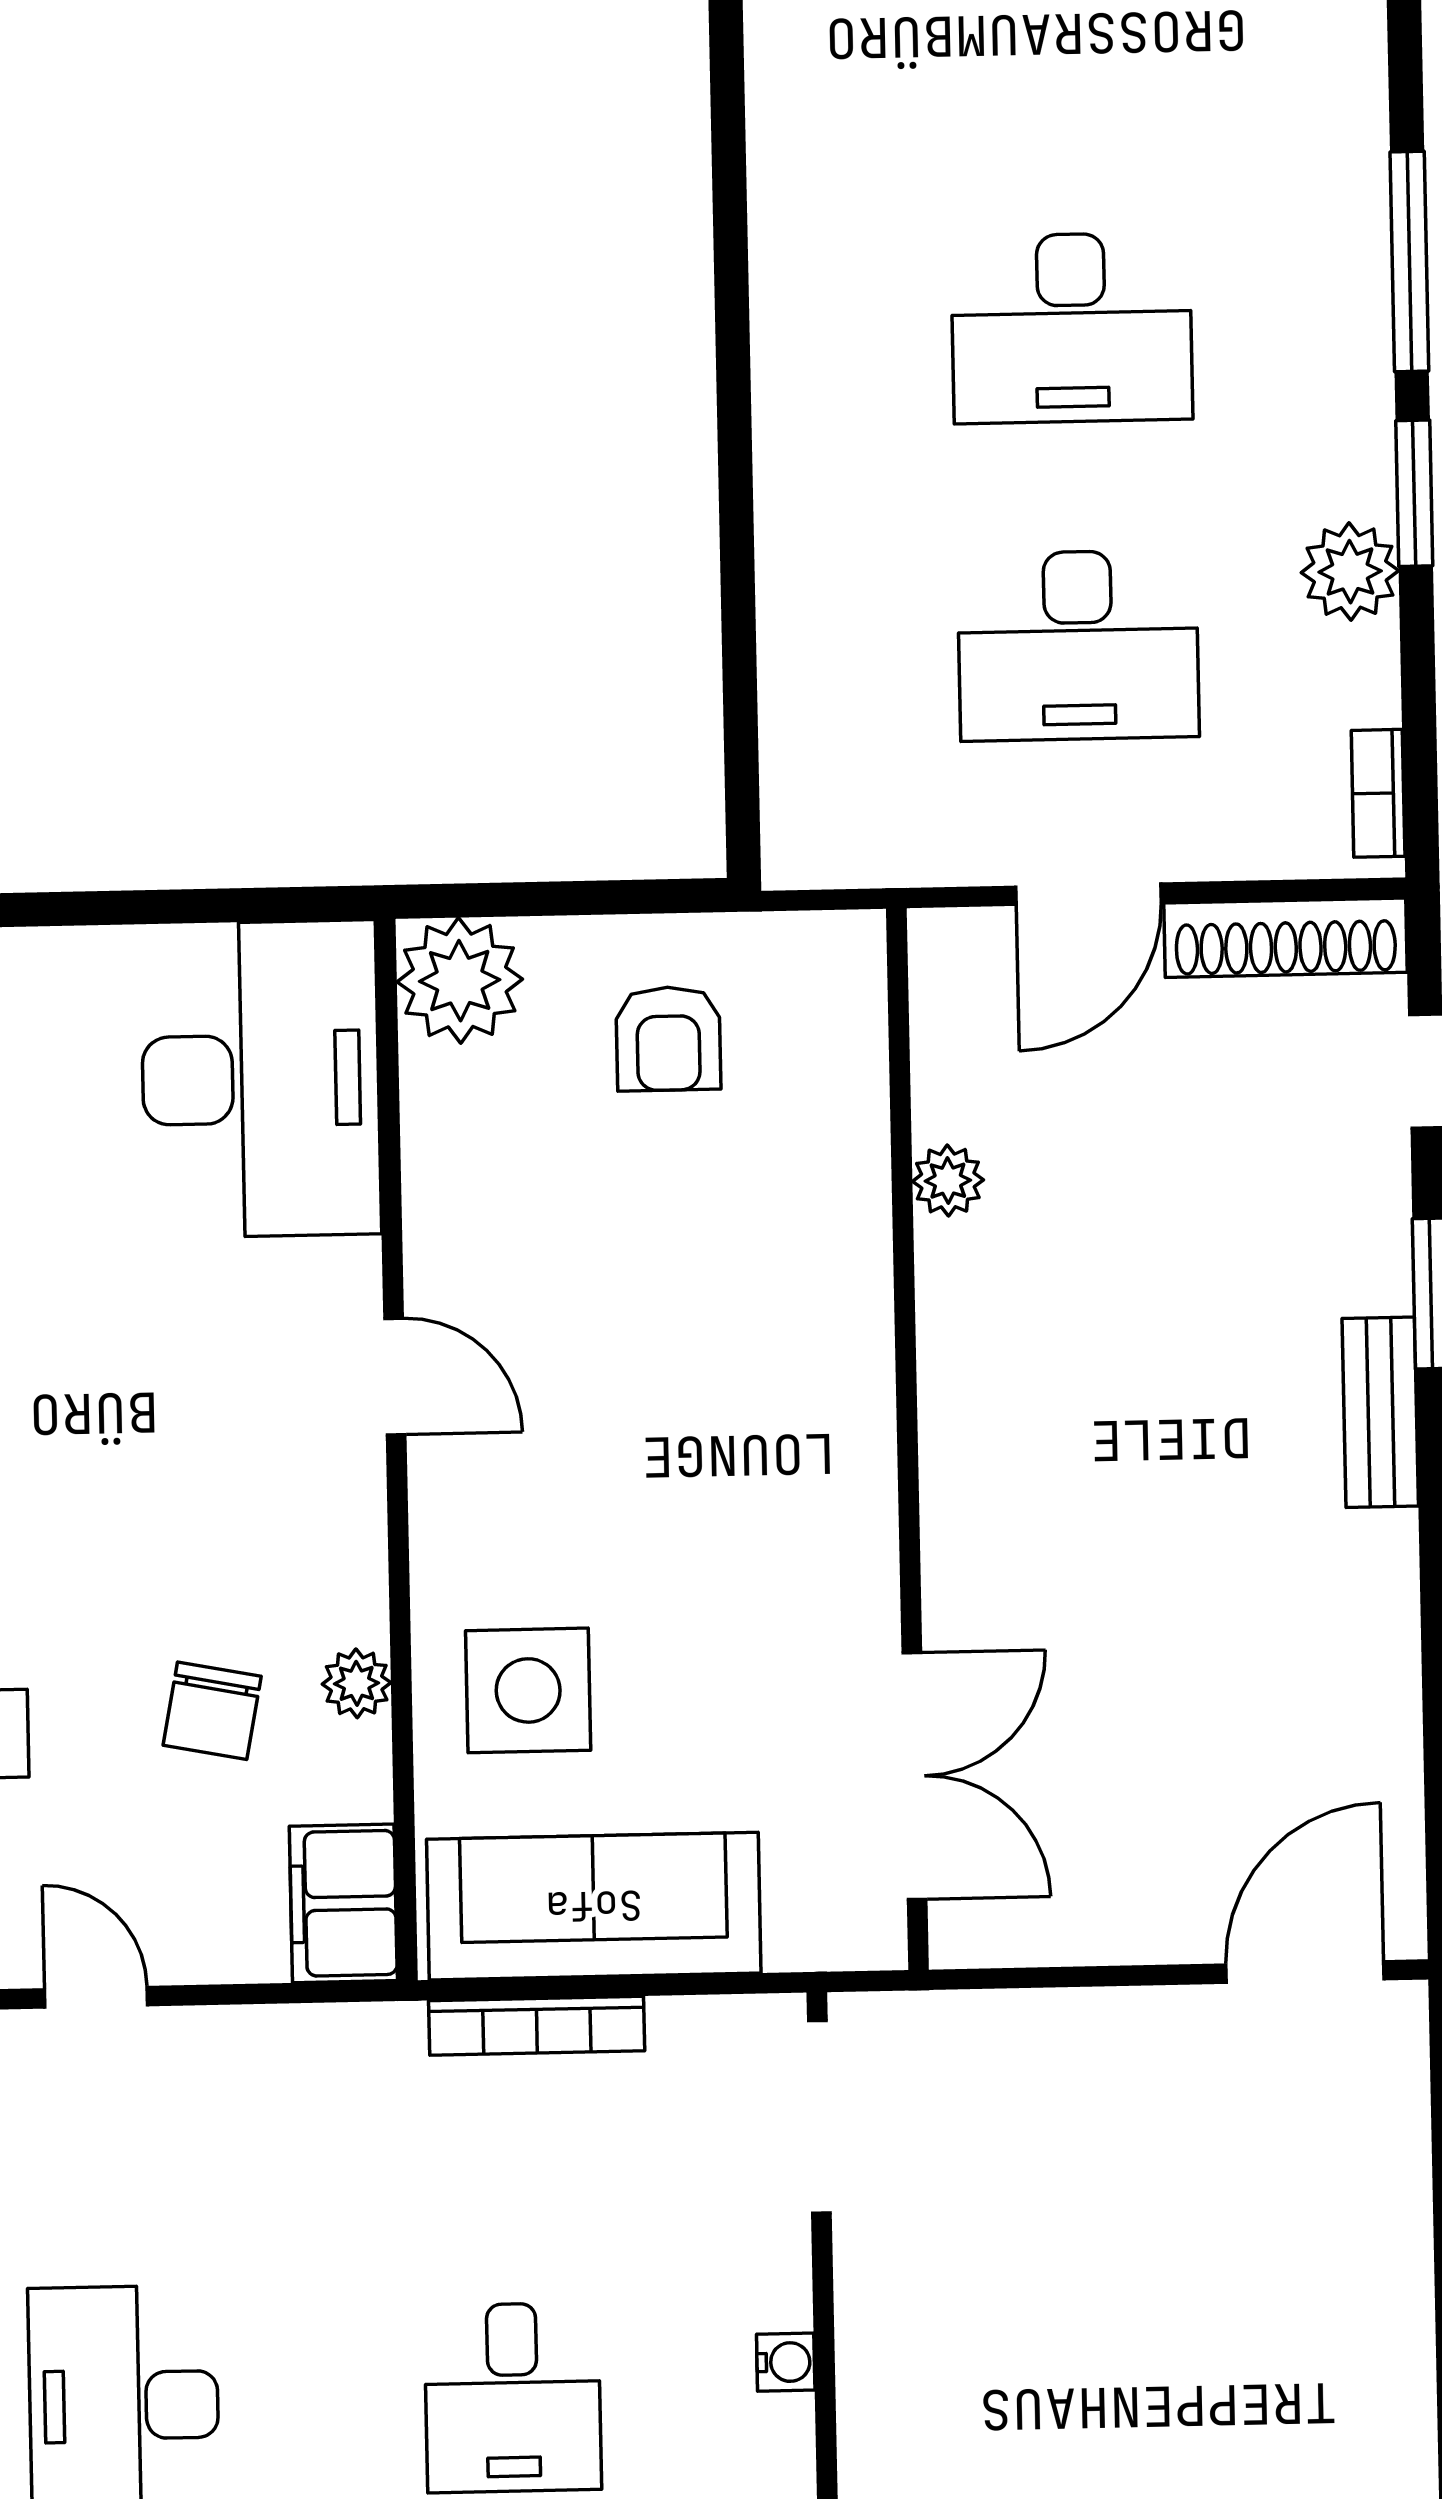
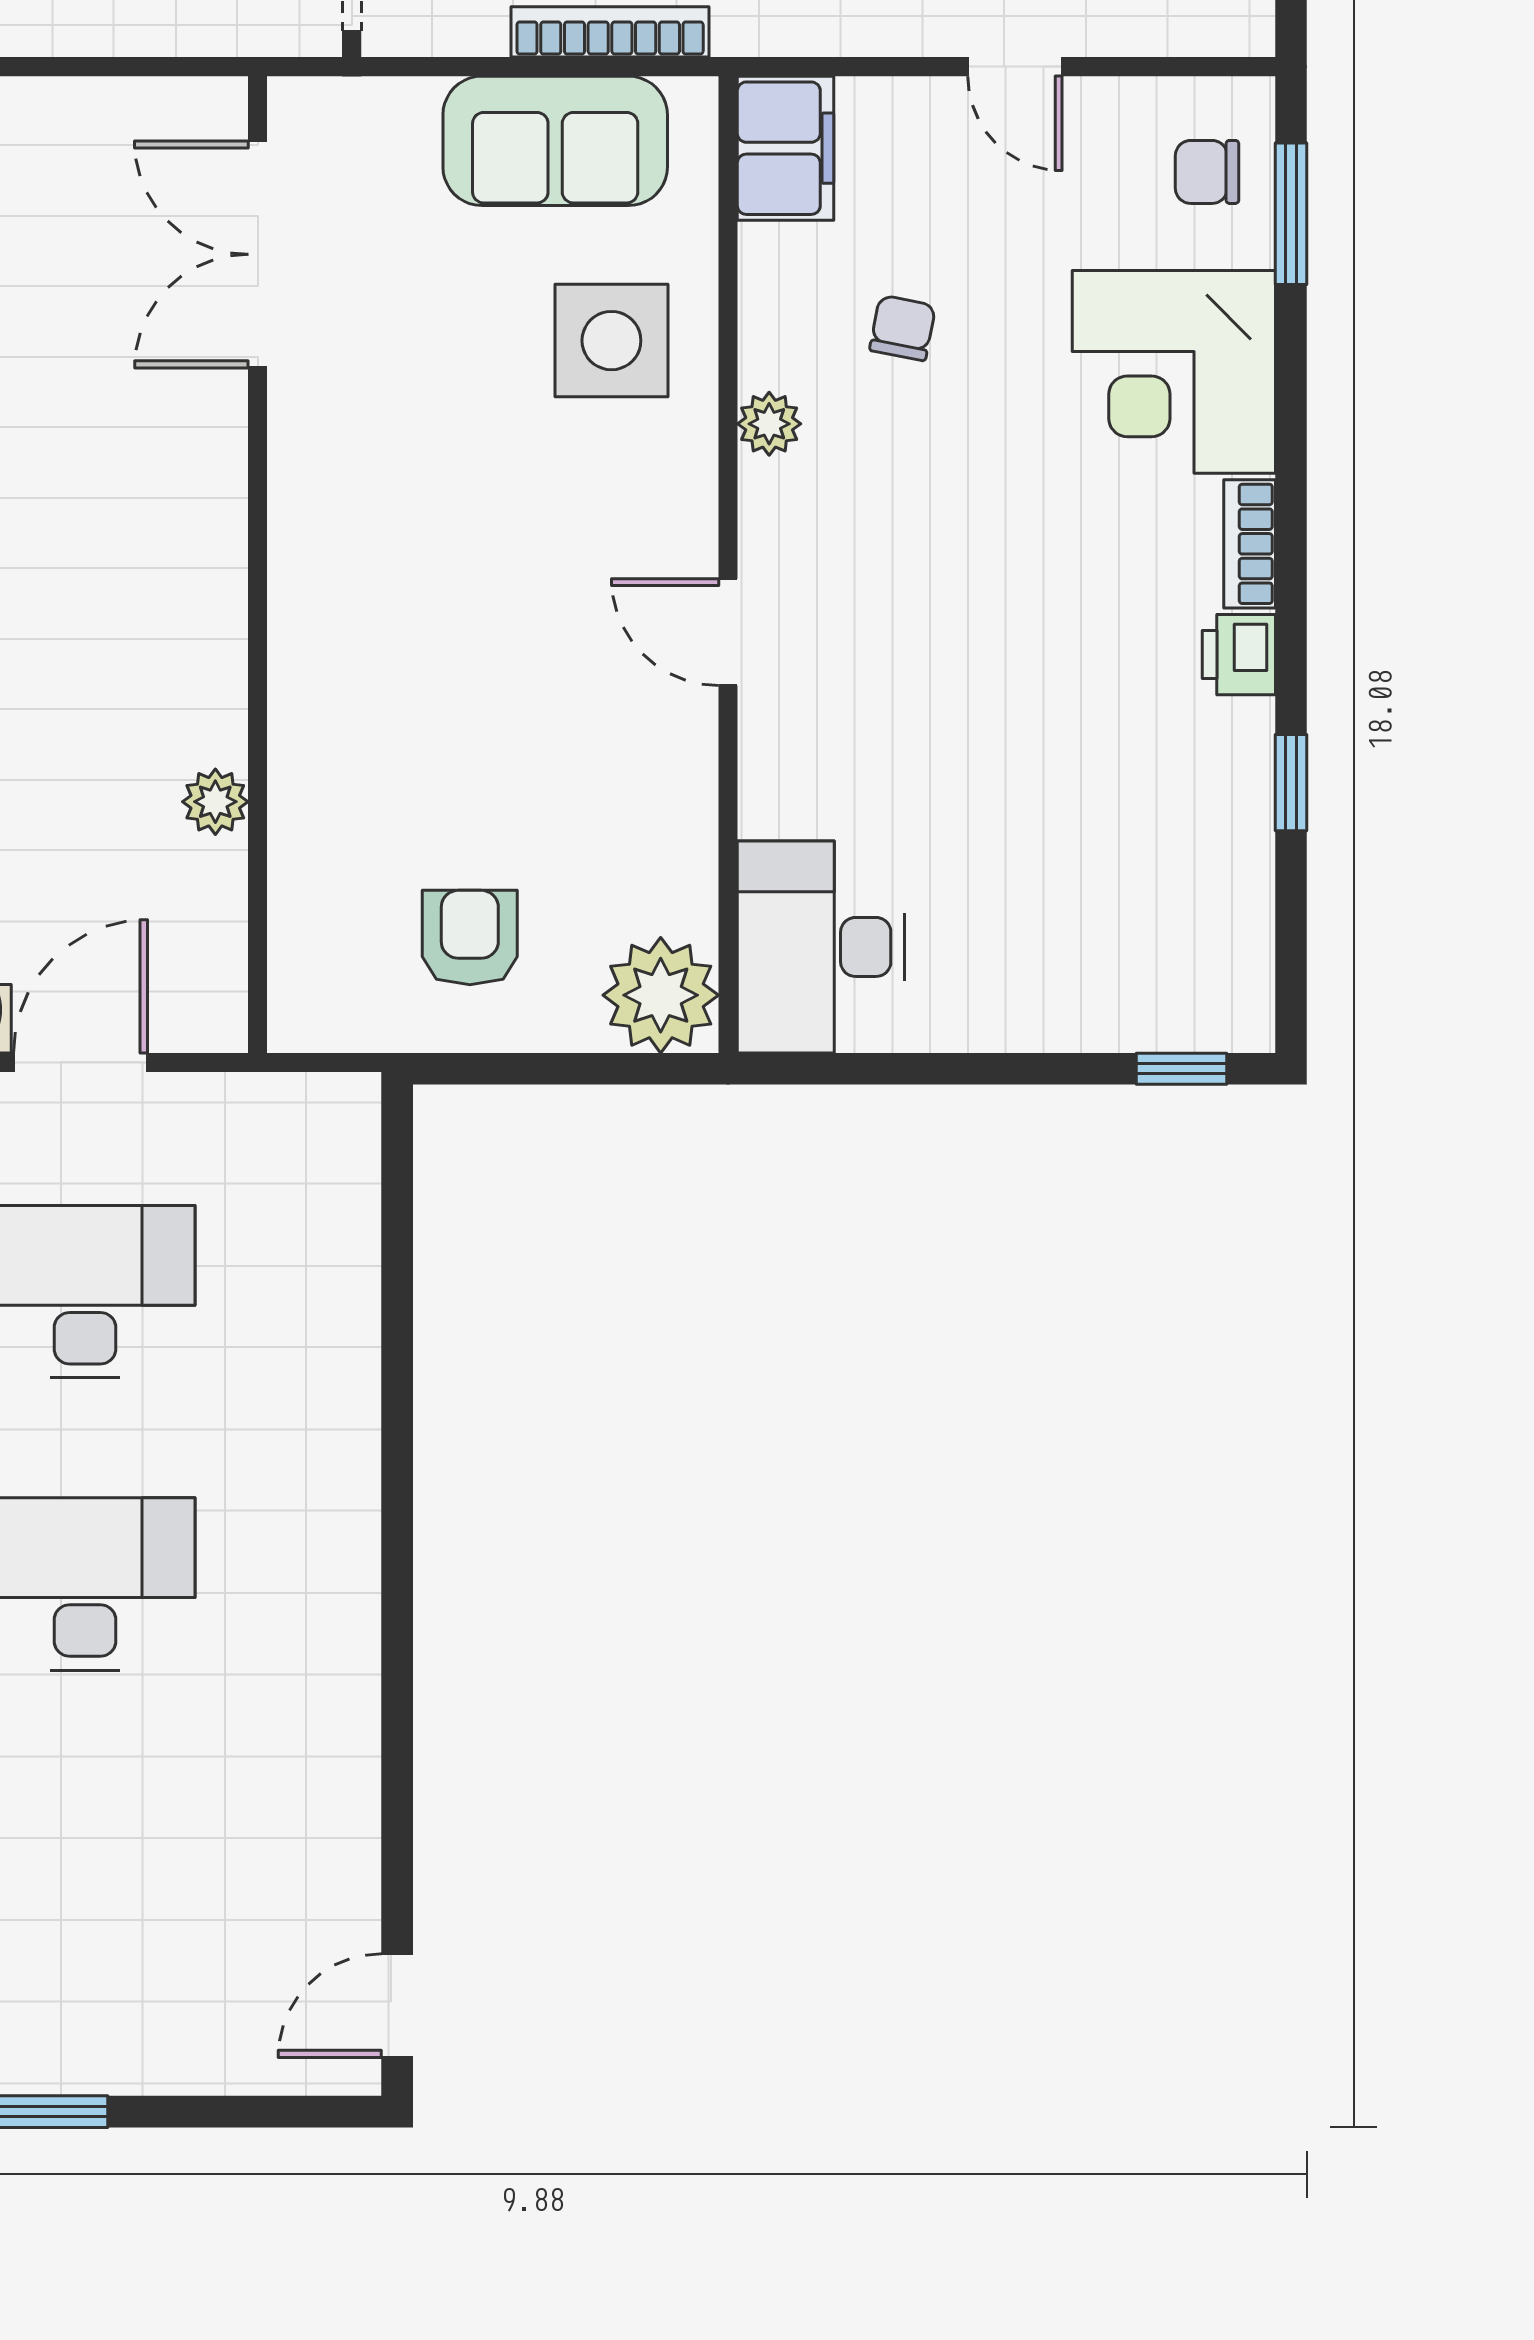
desk: (261, 1079) -> (821, 947), width x0.73, depth x0.77
plant: (357, 1683) -> (769, 424), moved
chair: (212, 1711) -> (903, 328), width x0.73, depth x0.73
sofa: (594, 1906) -> (555, 141), width x0.73

